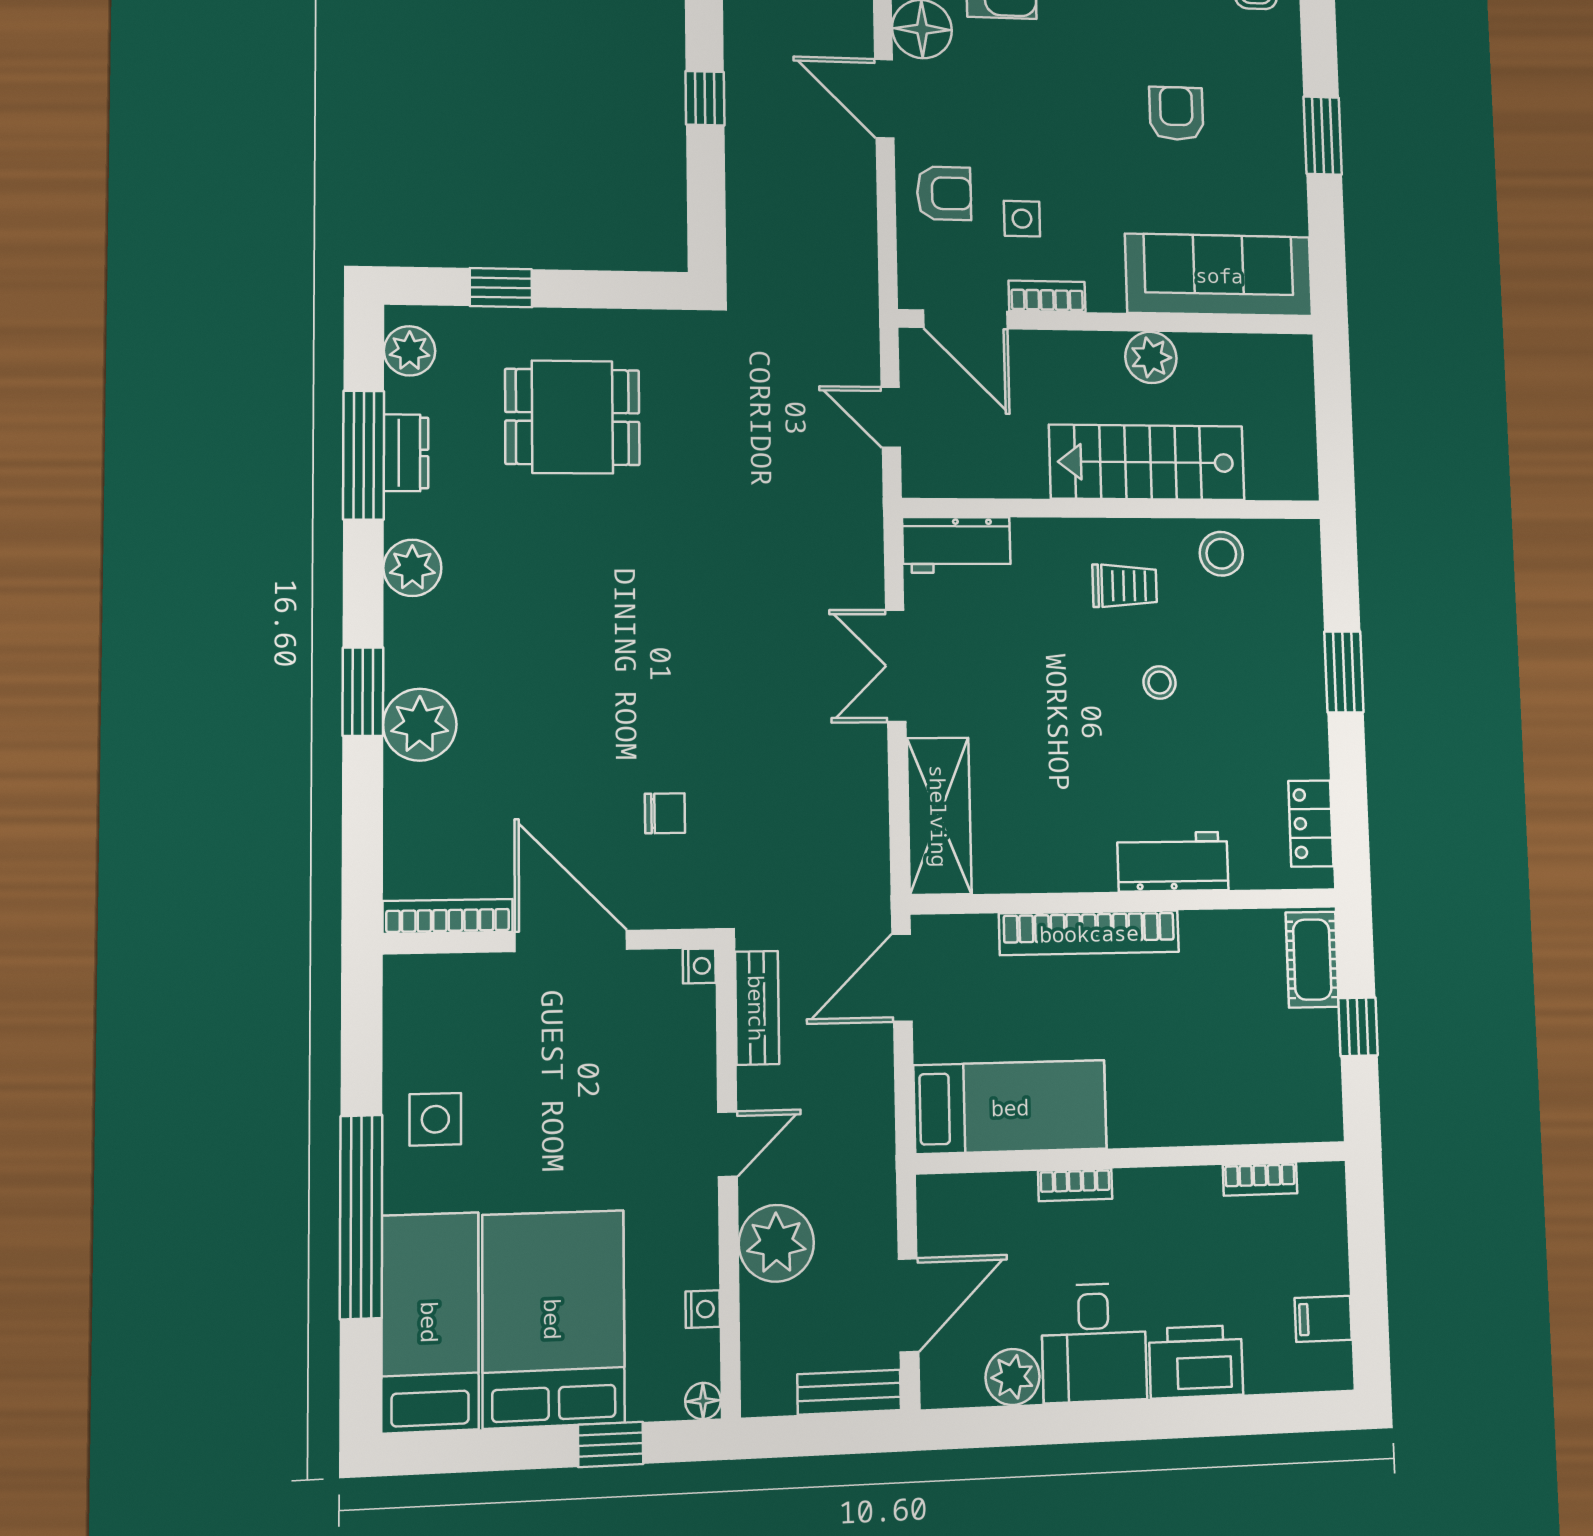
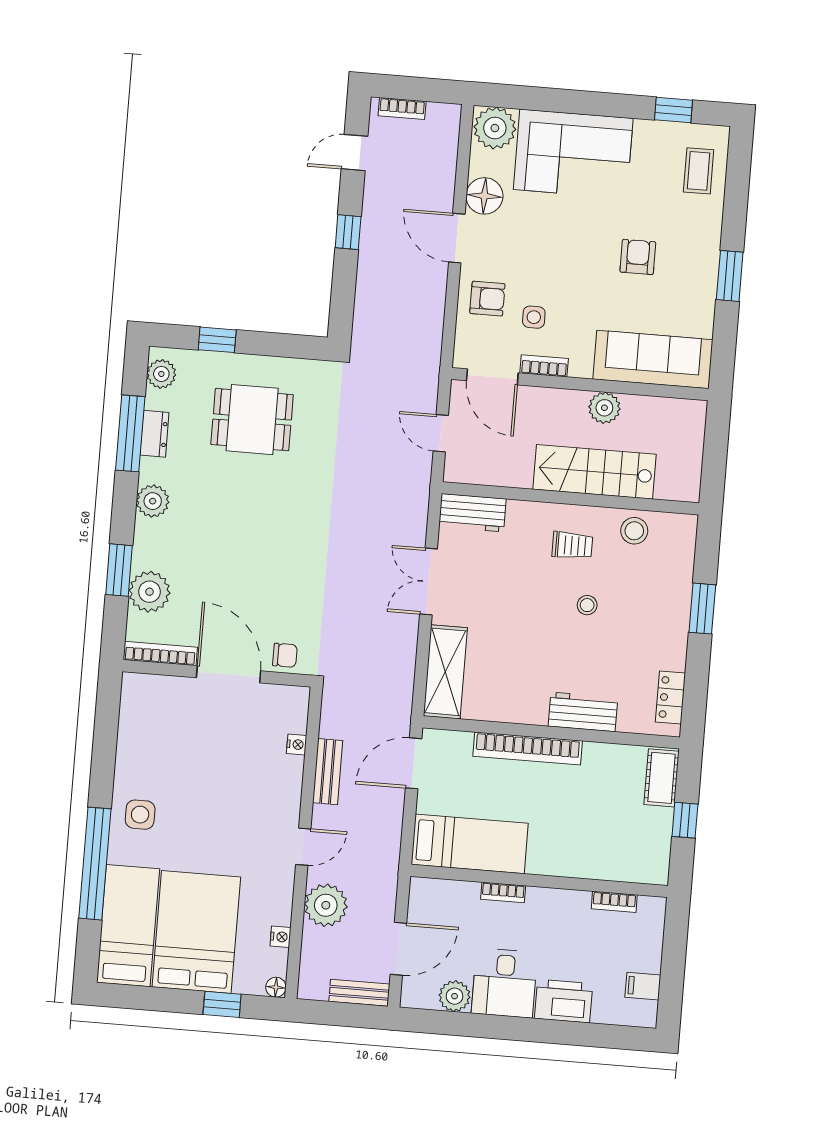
bookcase: (448, 916) -> (160, 654), moved
wall: (550, 941) -> (217, 673), moved
door: (571, 941) -> (229, 674), moved

